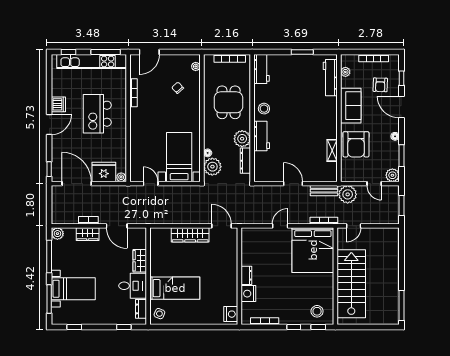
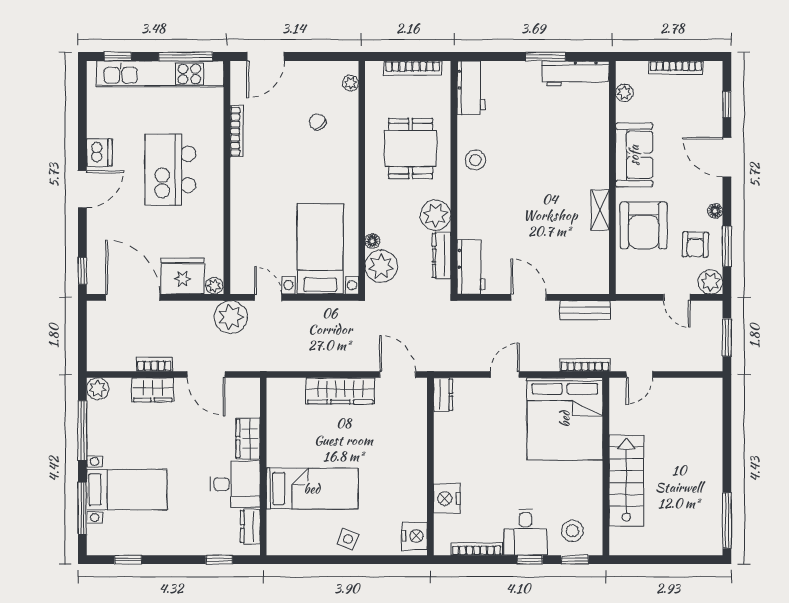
workbench: (330, 78) -> (576, 73), moved, turned -90
armchair: (380, 85) -> (695, 244), moved
workbench: (262, 136) -> (471, 267), moved
shelving: (332, 150) -> (600, 210), moved
plant: (348, 194) -> (231, 317), moved
dresser: (246, 275) -> (443, 395), moved
stairs: (351, 284) -> (626, 481), width x0.73, depth x0.66
desk: (291, 312) -> (525, 532), added
side table: (159, 314) -> (348, 539), moved

